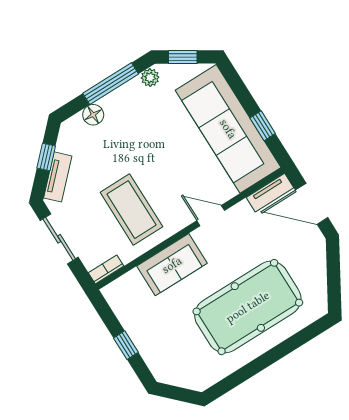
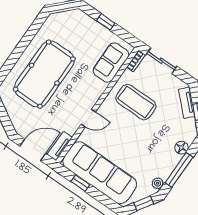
sliding door: (59, 239) -> (161, 61), moved
sofa: (172, 265) -> (111, 63), moved

